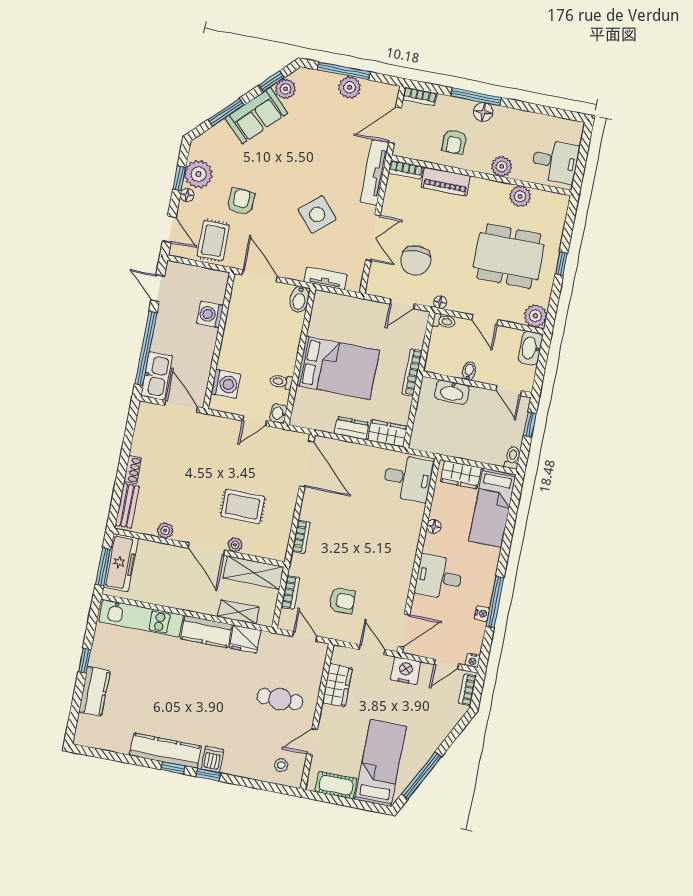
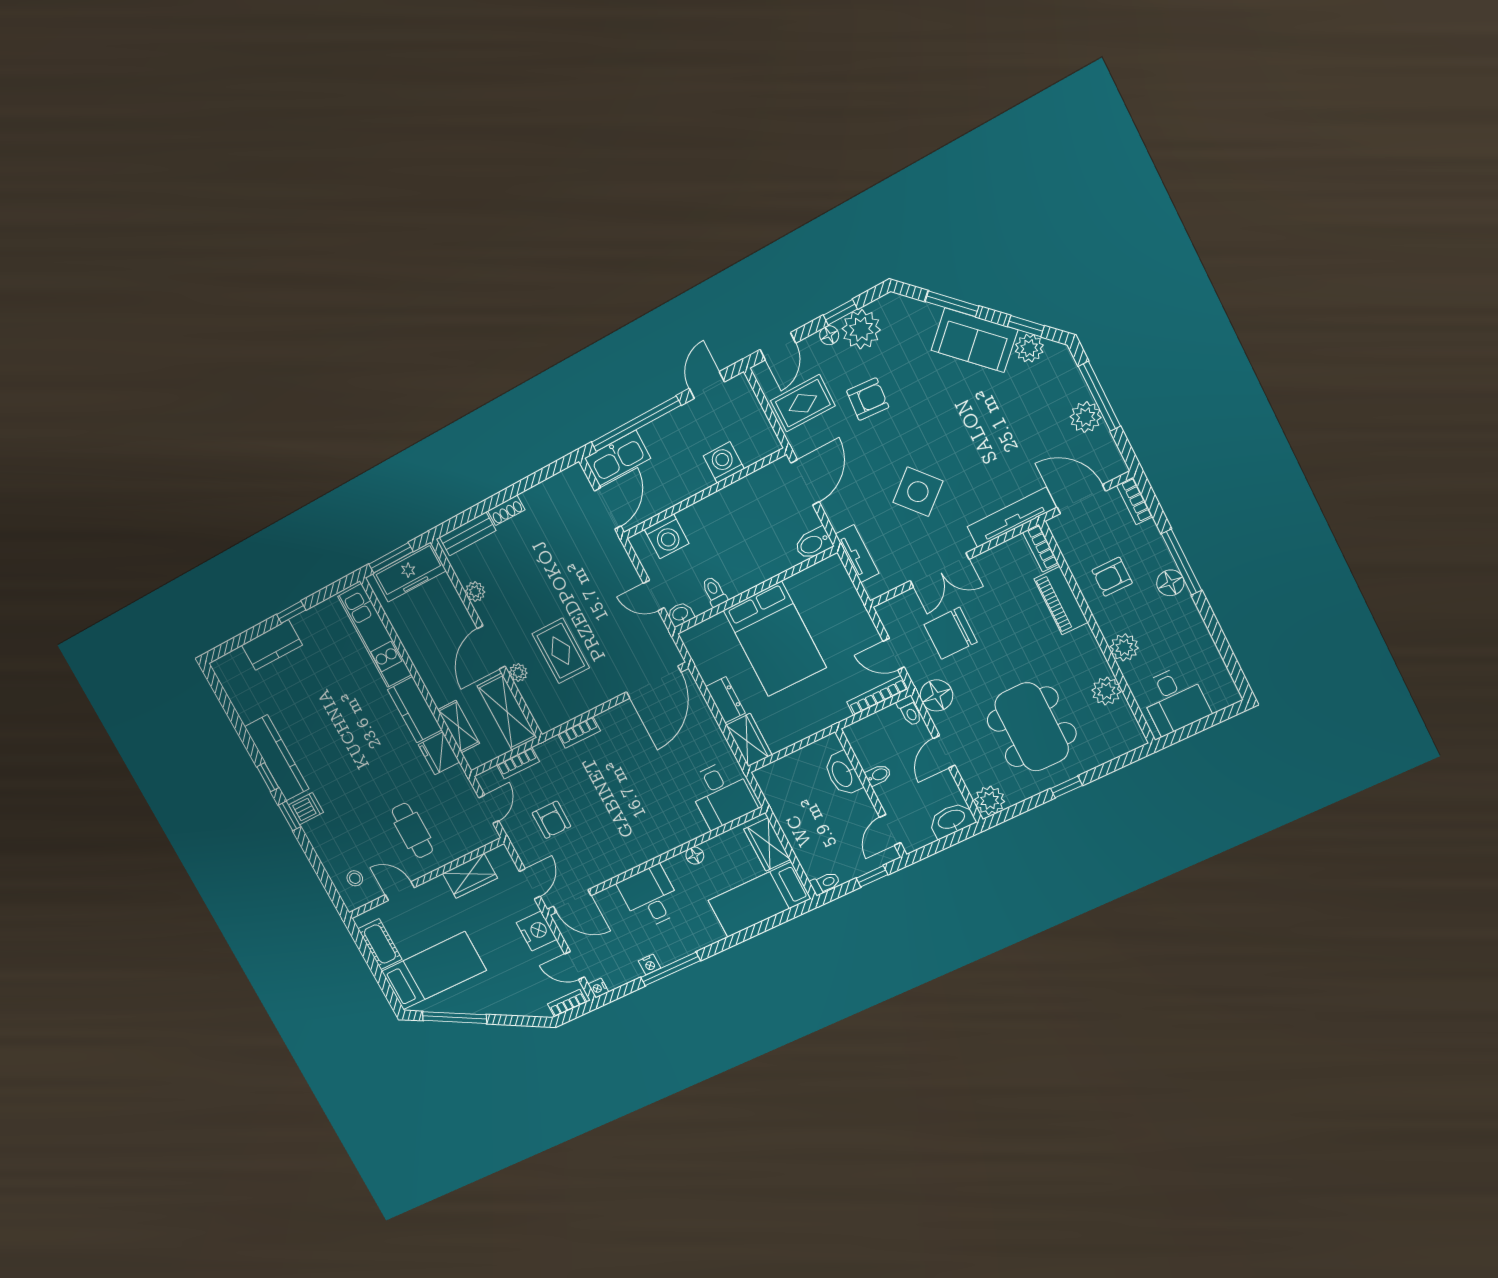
floor lamp: (440, 302) -> (937, 695), width x1.89, depth x1.89
bookcase: (412, 372) -> (877, 695), moved

